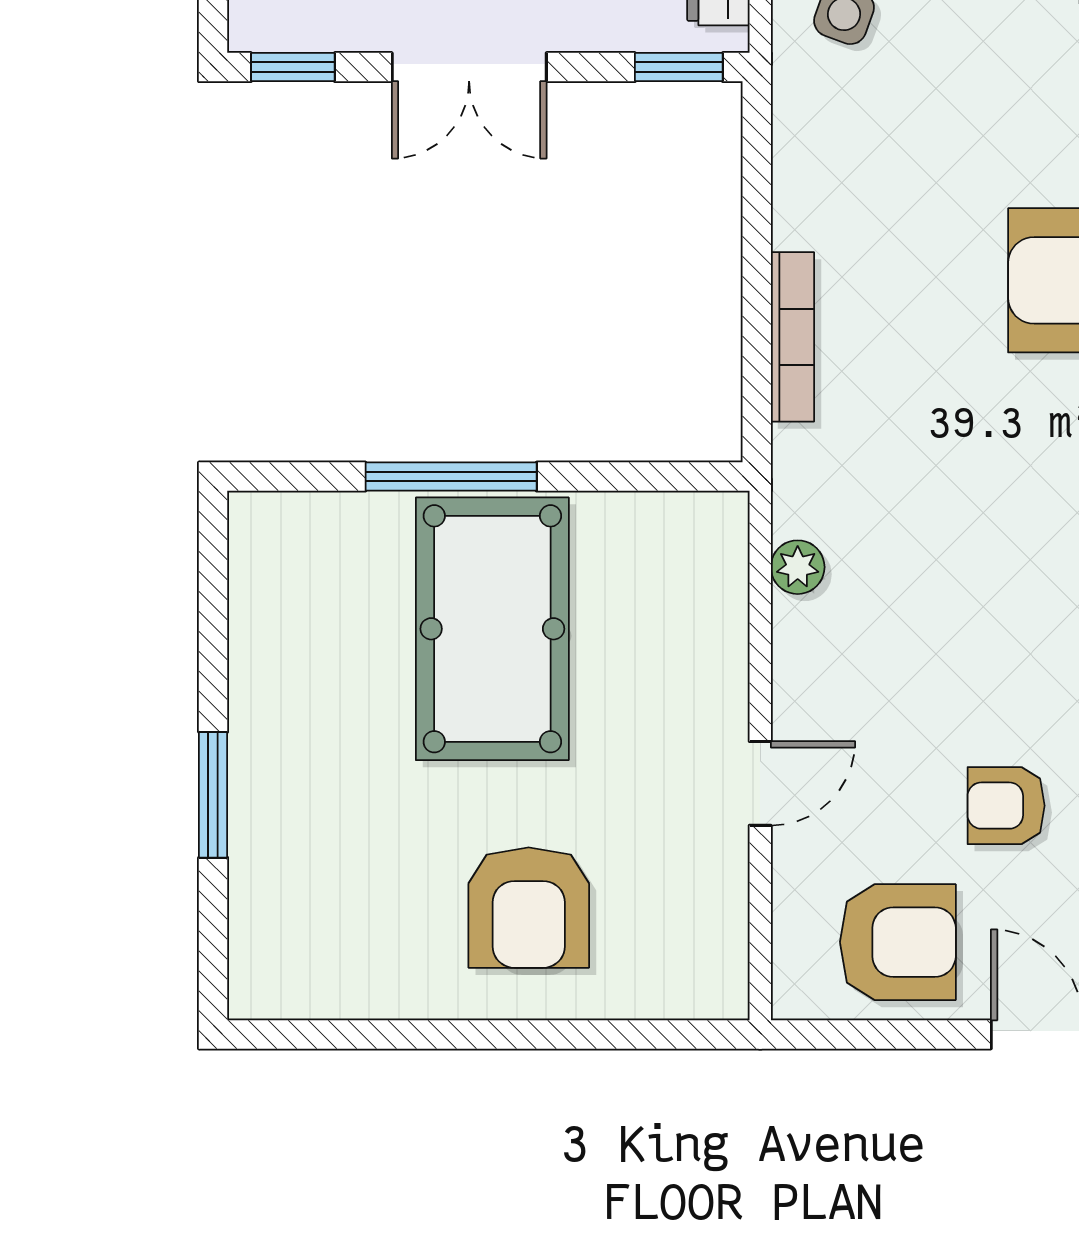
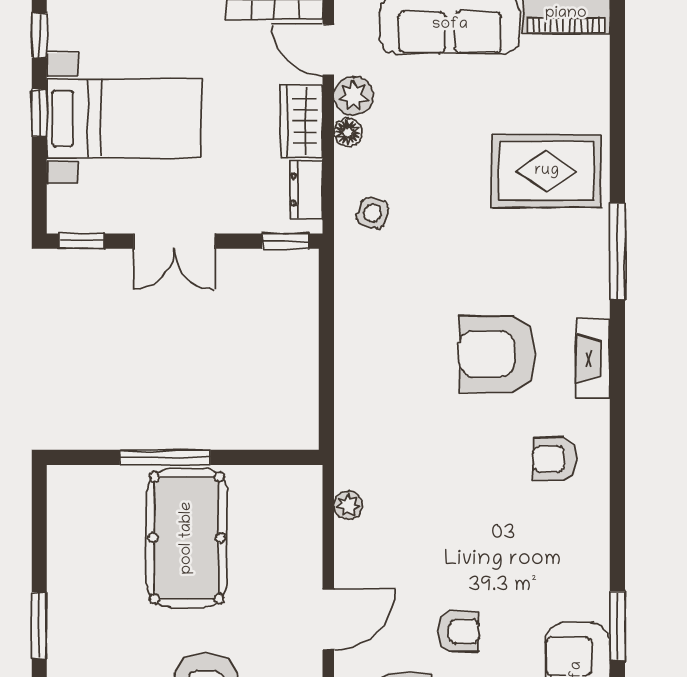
bookcase: (792, 337) -> (345, 384), removed
door: (760, 783) -> (328, 619), width x1.38
armchair: (1006, 806) -> (458, 631), turned 180

